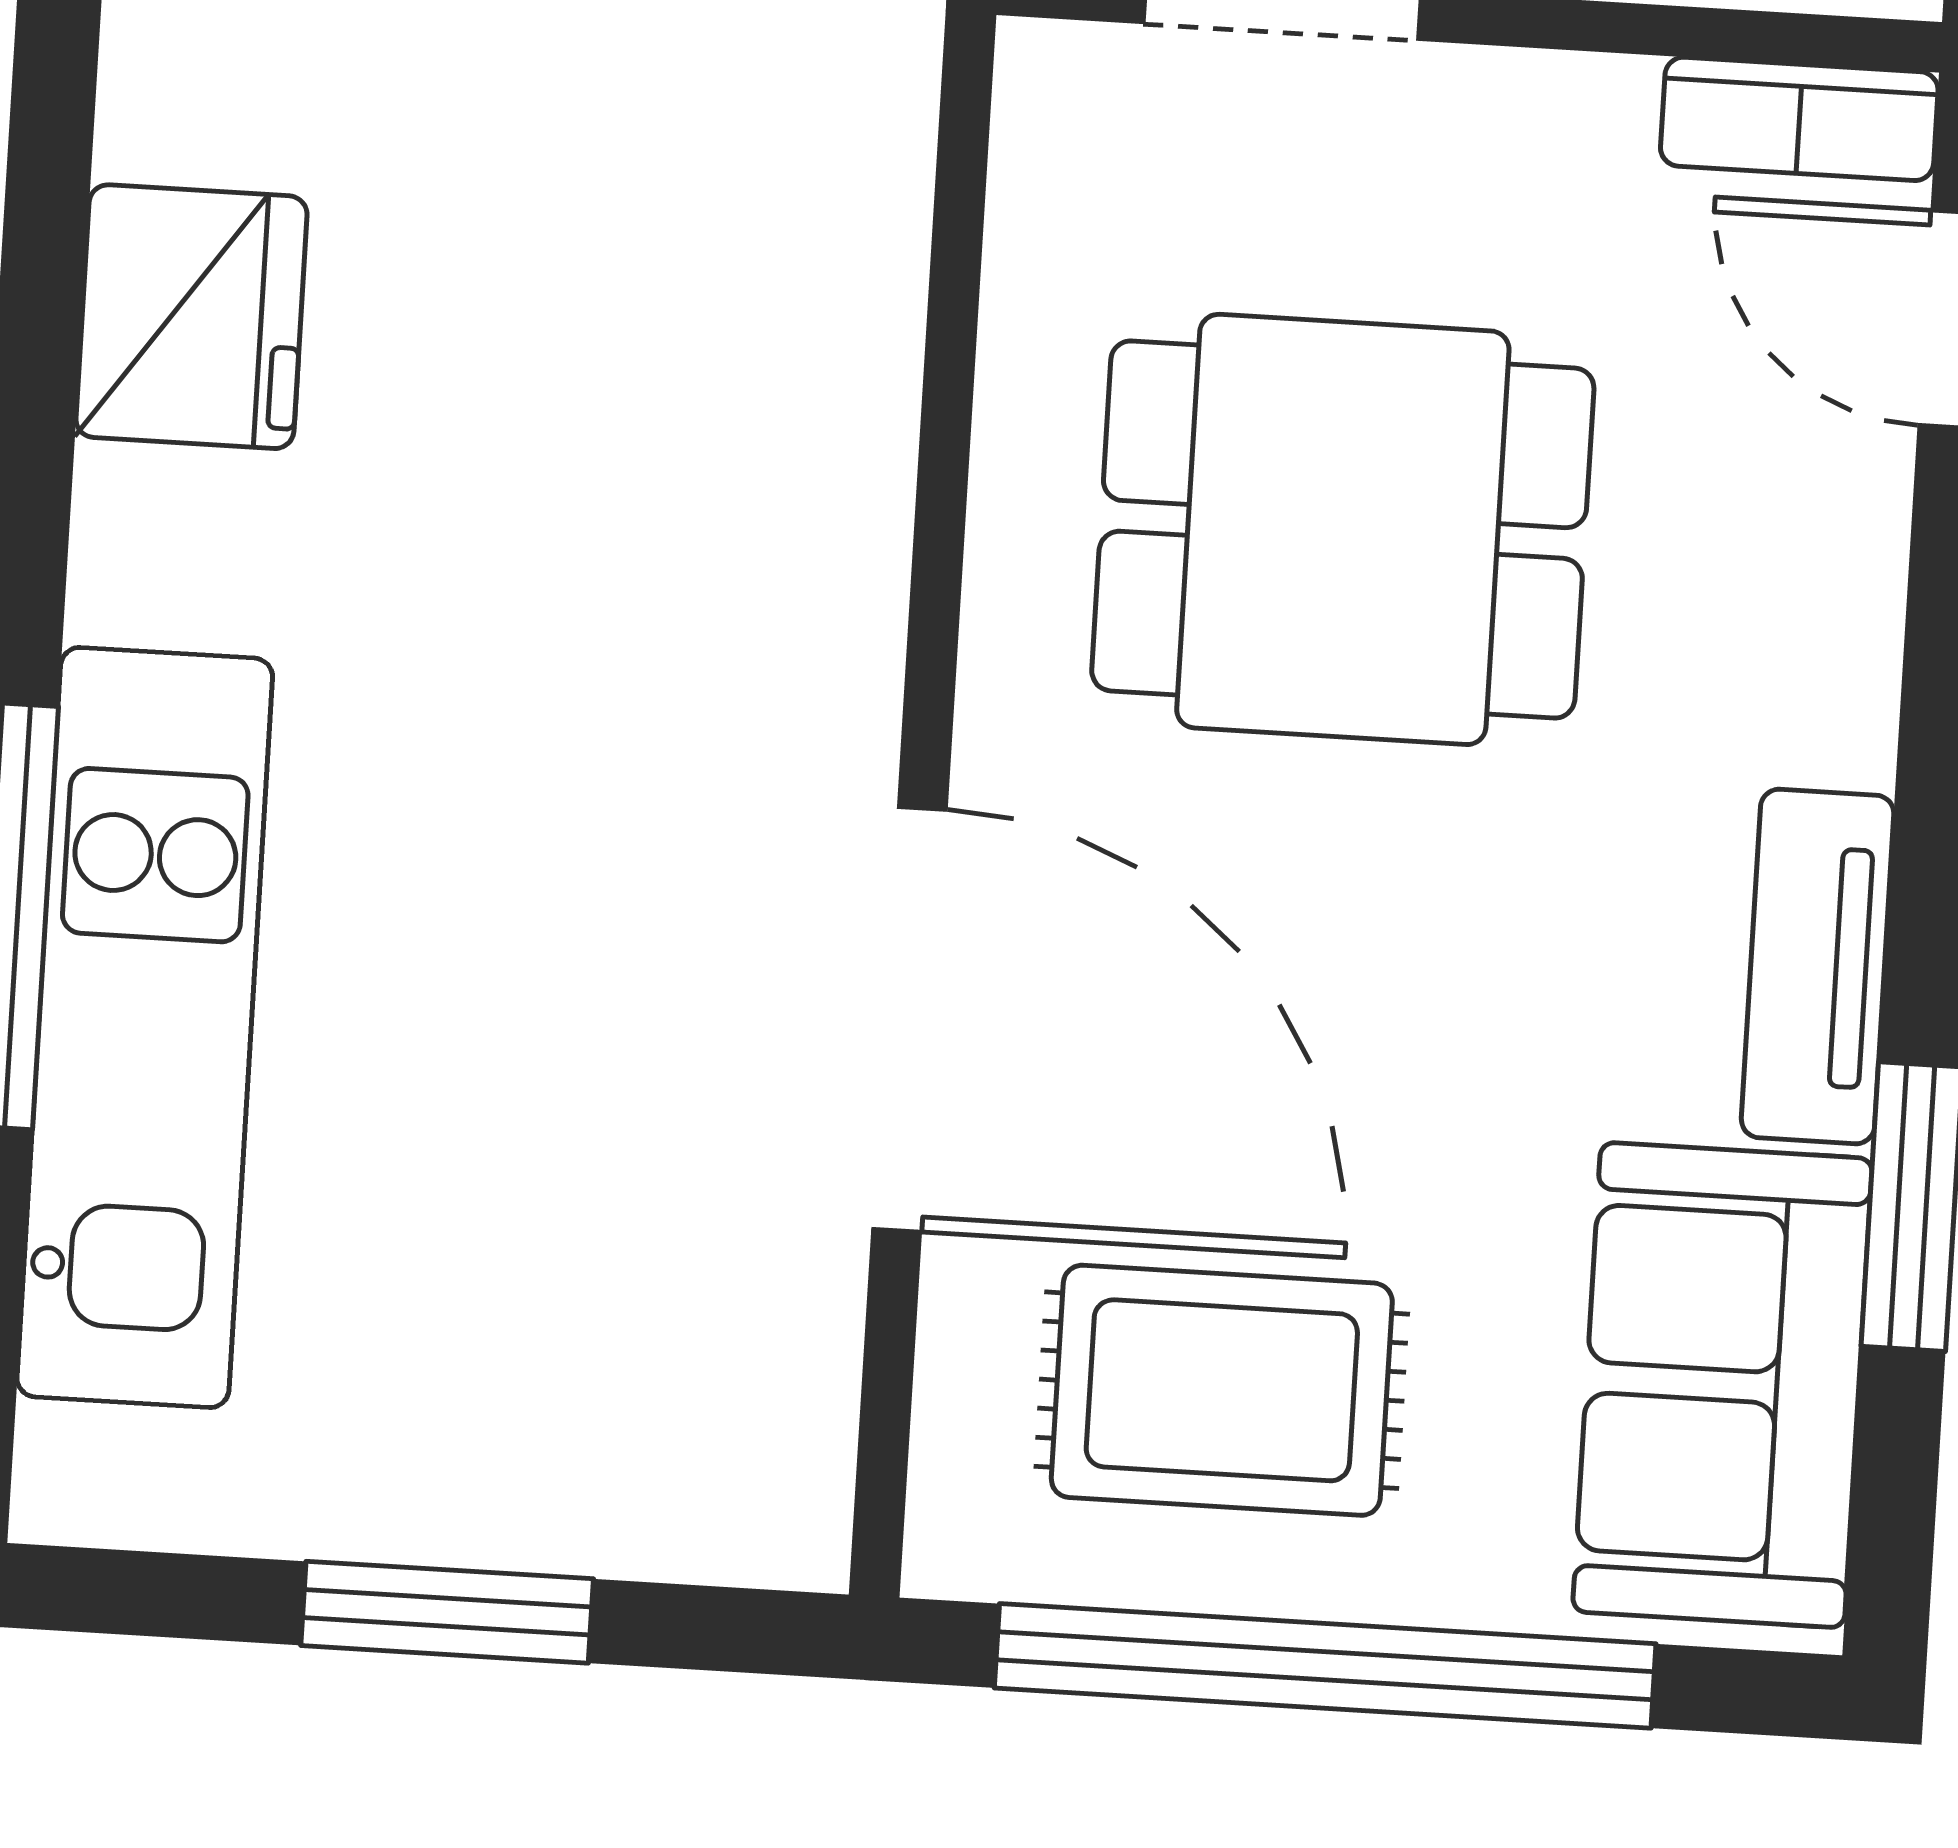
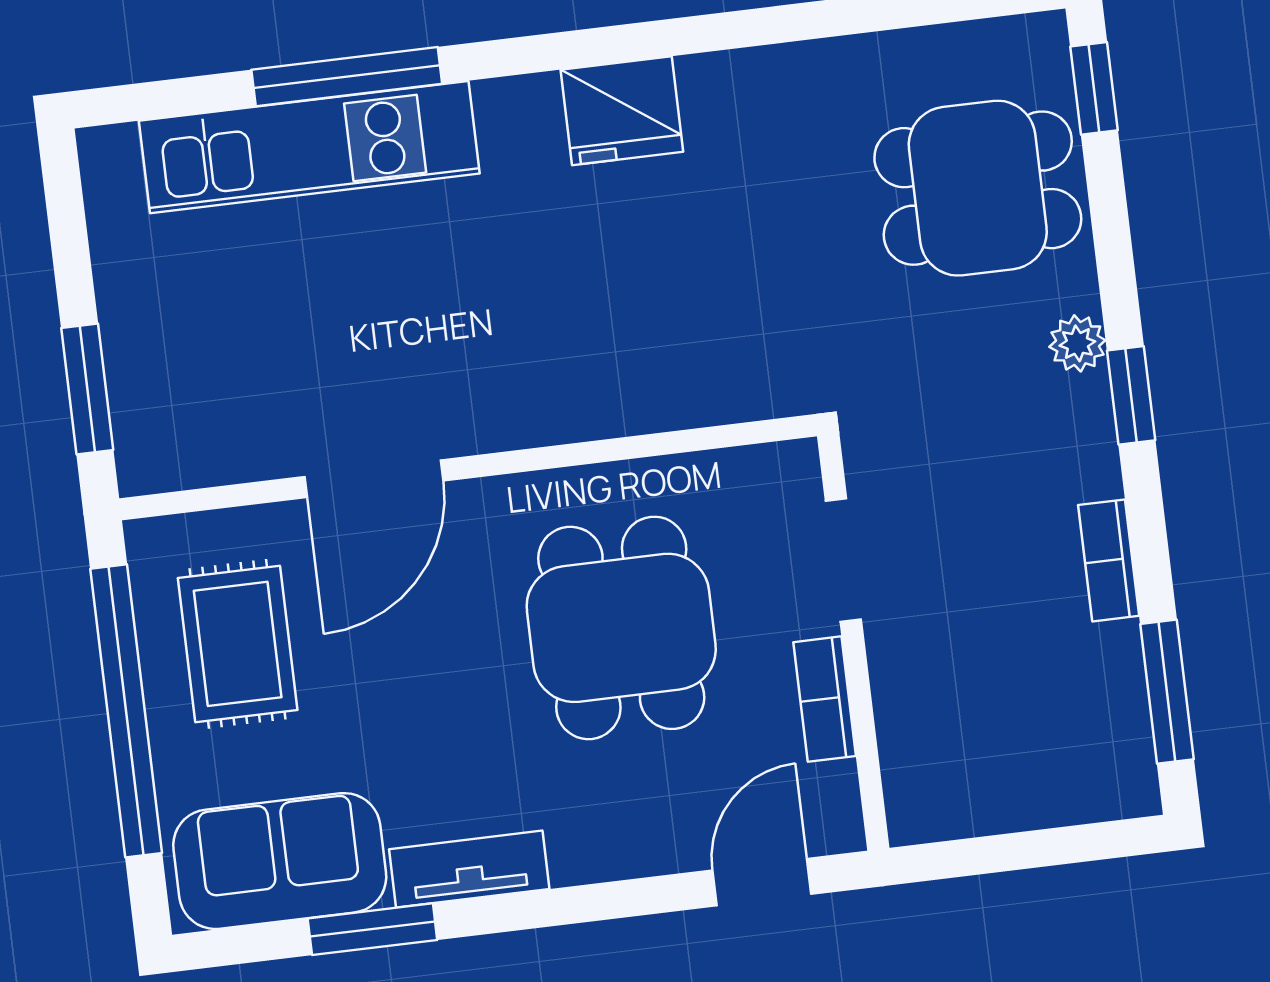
bookcase: (1799, 119) -> (825, 699), moved
door: (910, 1019) -> (374, 479), width x0.73
window: (447, 1612) -> (87, 389), moved

